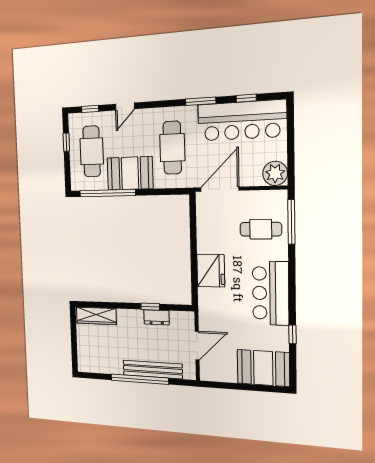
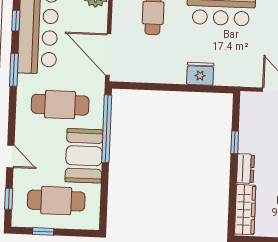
window: (107, 193) -> (107, 129), moved
fridge: (211, 271) -> (200, 74), width x0.73, depth x0.75
dresser: (157, 317) -> (245, 169), moved

